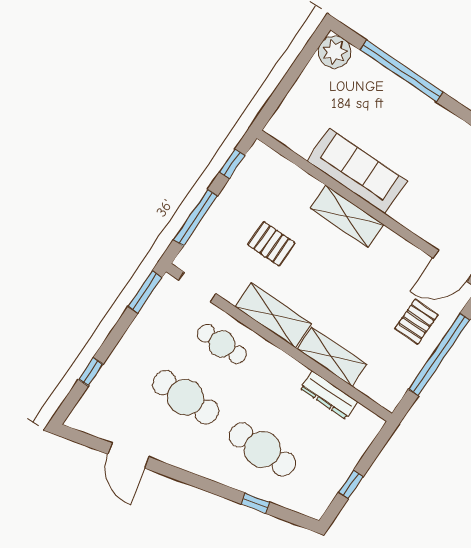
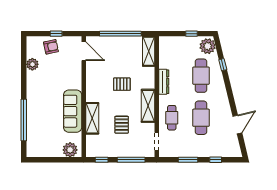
plant: (335, 52) -> (70, 150), moved
shelving: (347, 216) -> (92, 118), moved
window: (145, 292) -> (188, 160), moved
pallet: (416, 322) -> (122, 84), moved
shelving: (332, 357) -> (149, 51), moved
dresser: (329, 395) -> (164, 82), moved
plant: (308, 498) -> (208, 46), added

